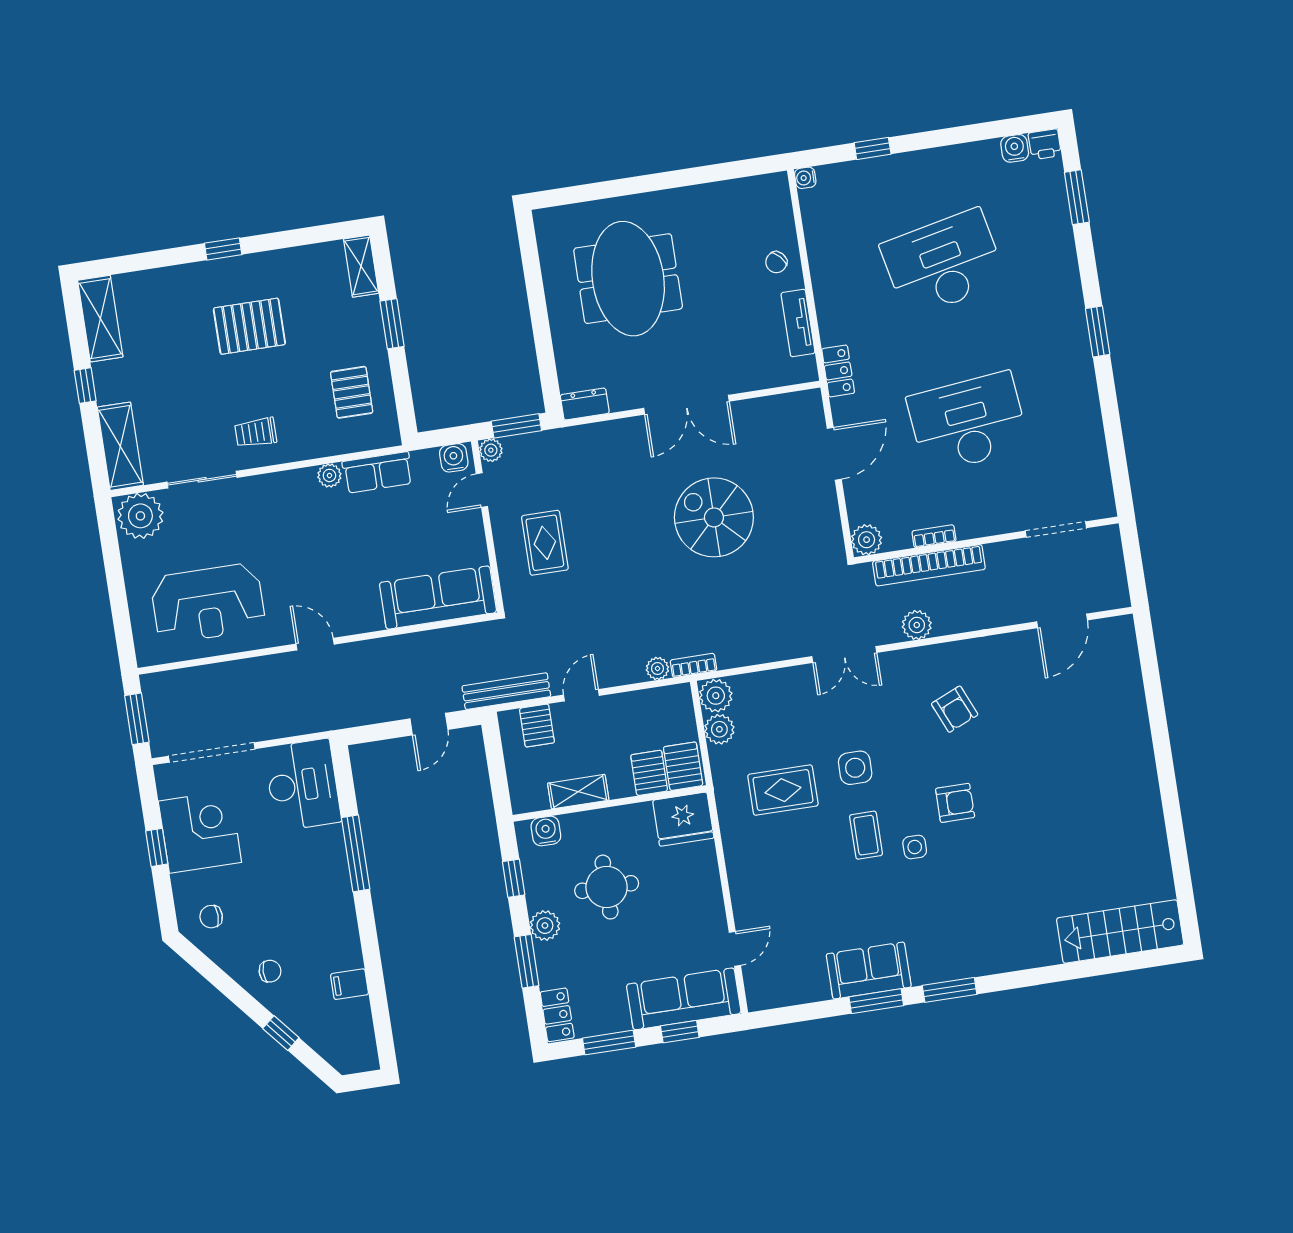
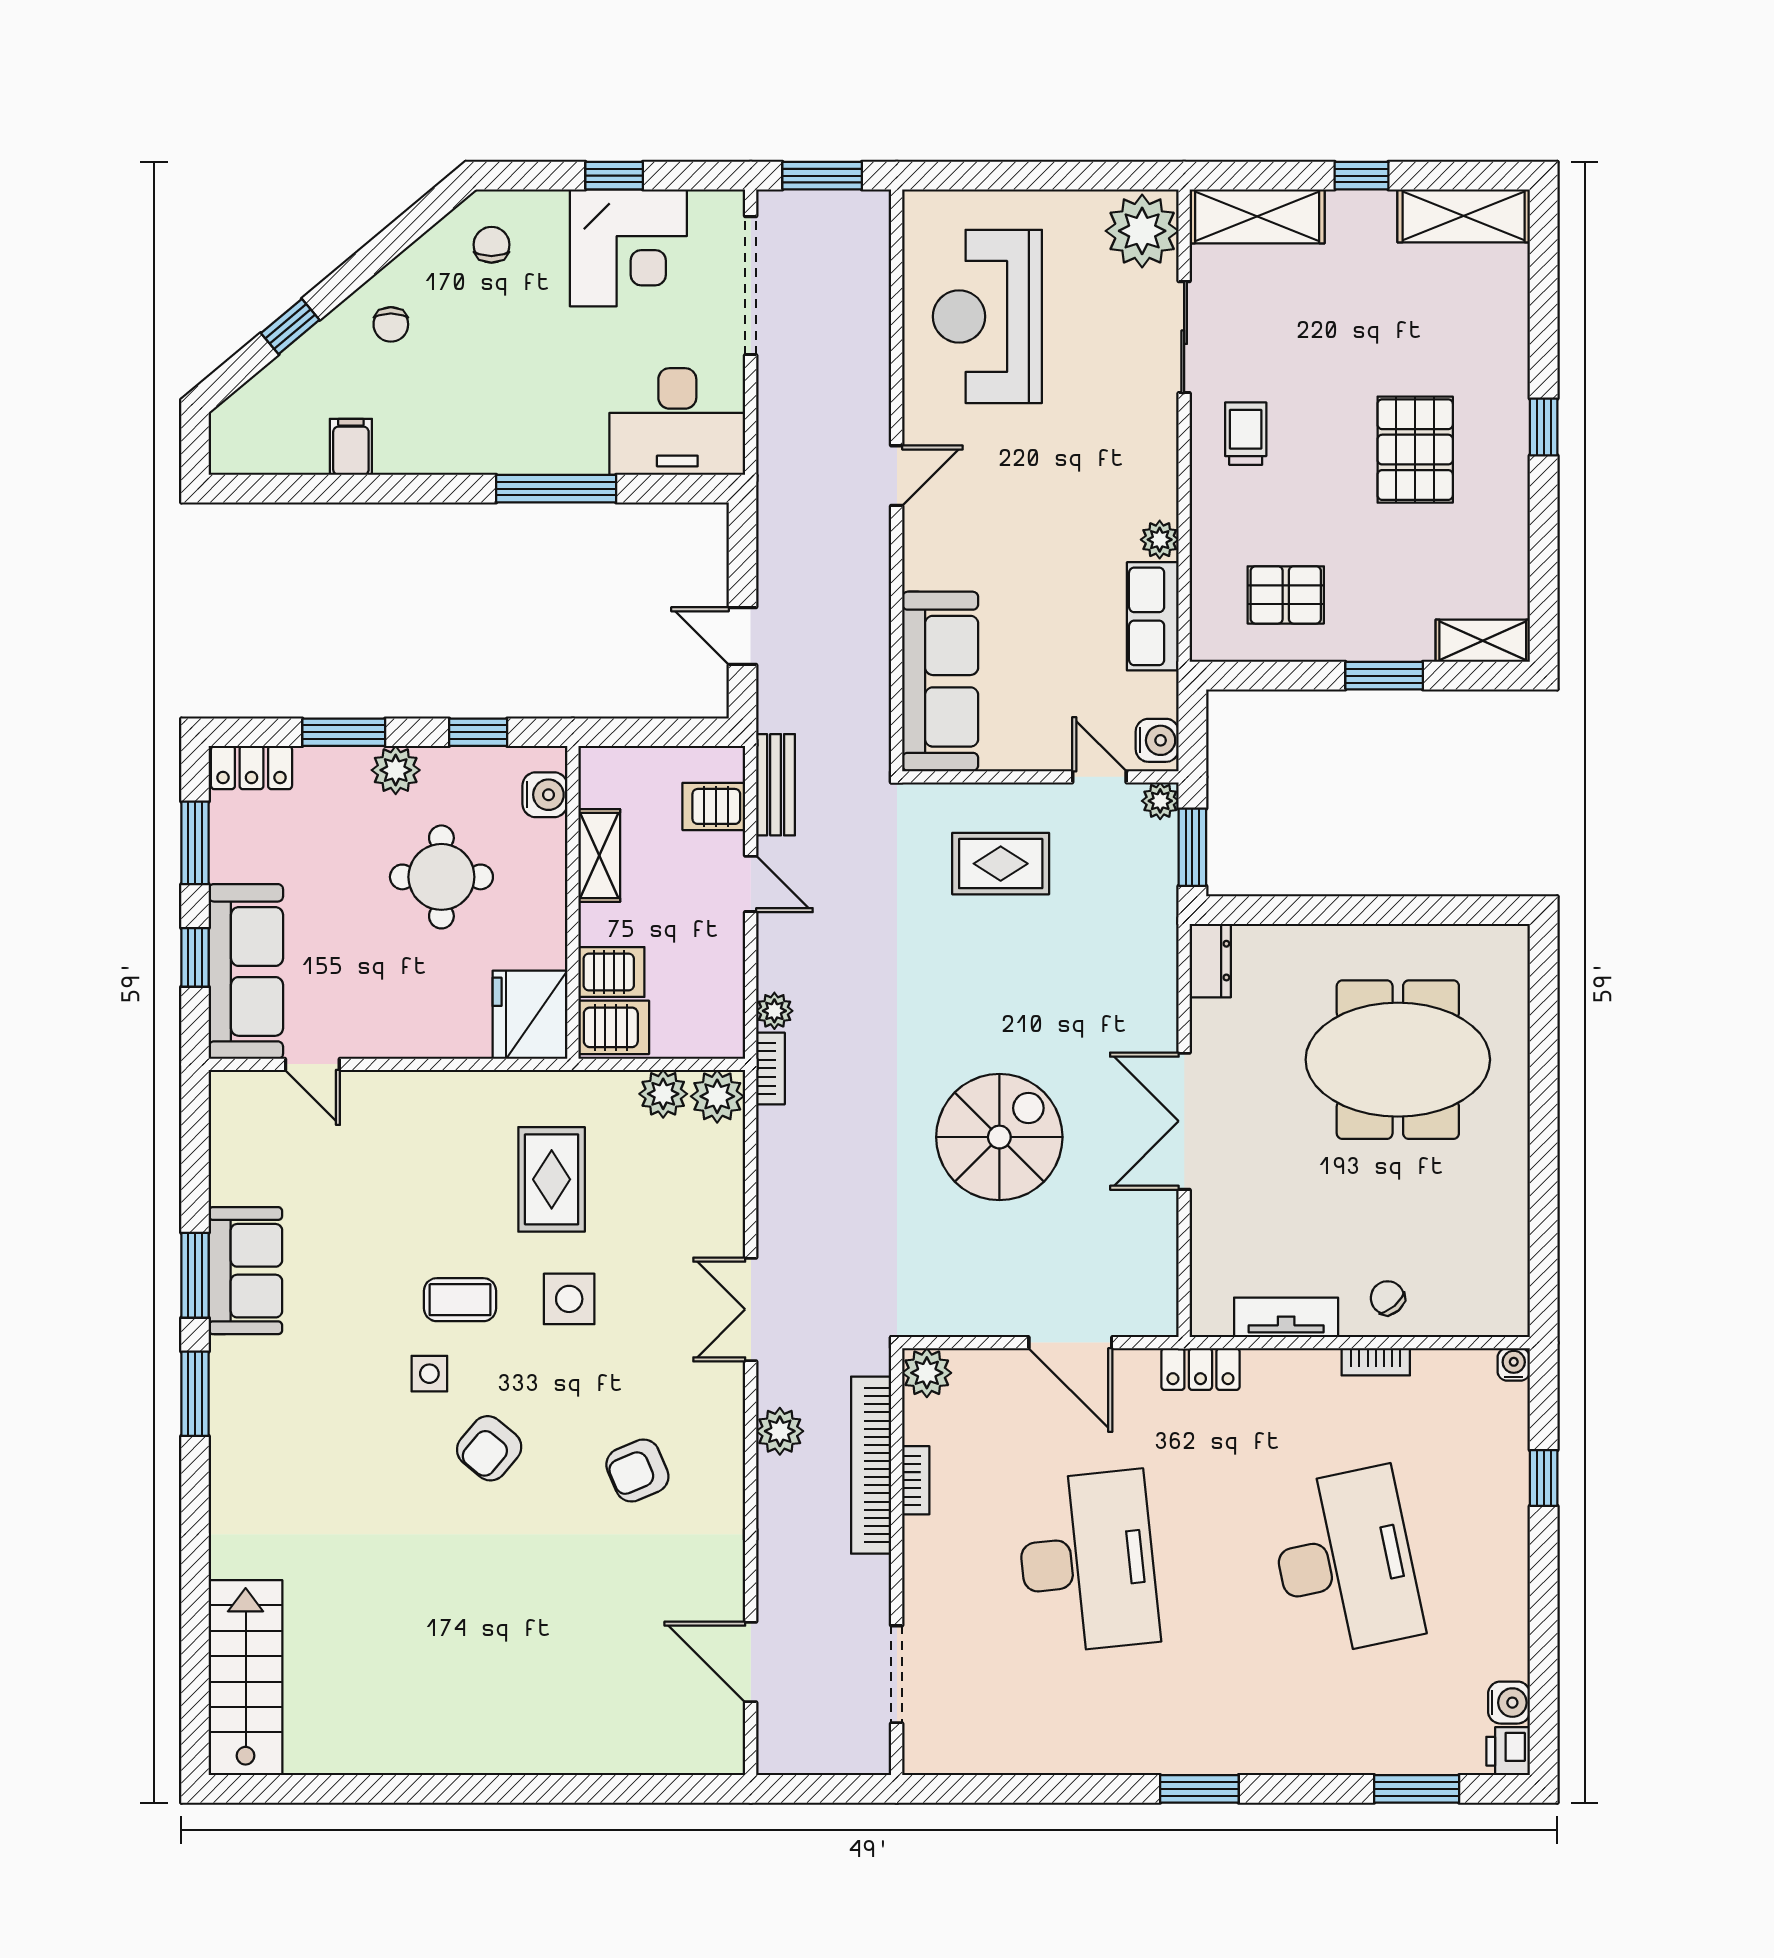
bookcase: (817, 263) -> (1376, 1362), added
bench: (506, 691) -> (776, 785), width x0.73
armchair: (955, 803) -> (489, 1448), turned 40

